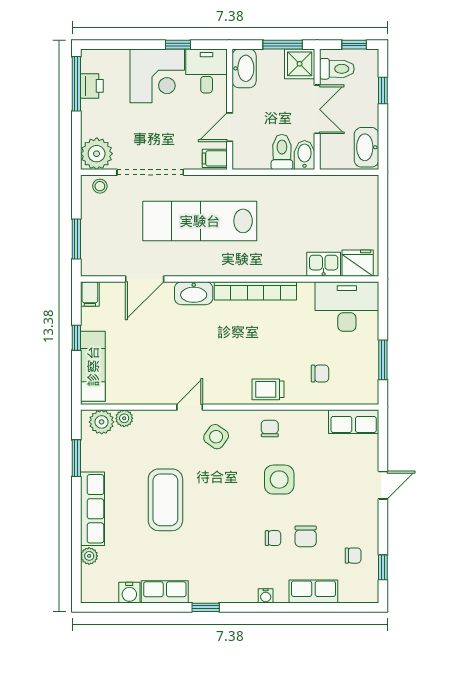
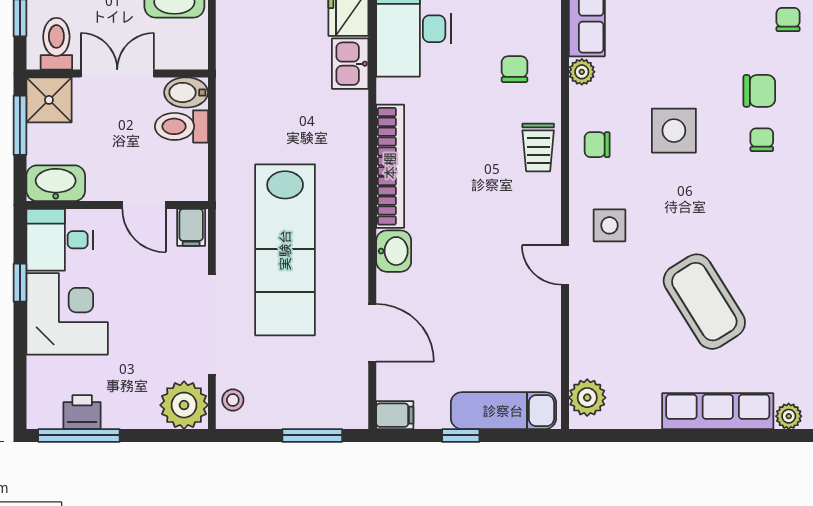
washbasin: (194, 293) -> (394, 251), width x0.72
plant: (124, 418) -> (582, 72), moved
side table: (216, 437) -> (609, 225), turned -35
window: (76, 458) -> (642, 435), removed
coffee table: (165, 500) -> (704, 302), turned 58

